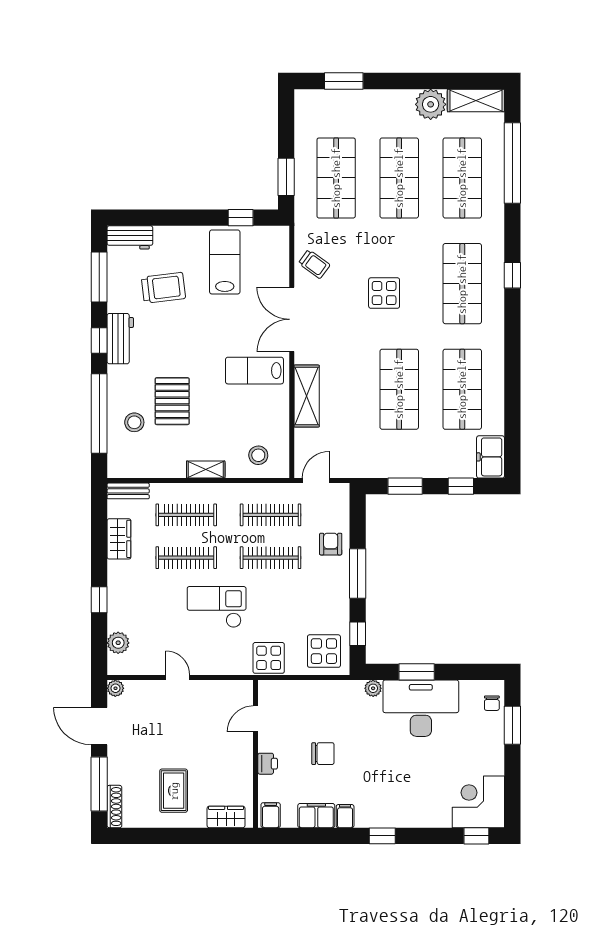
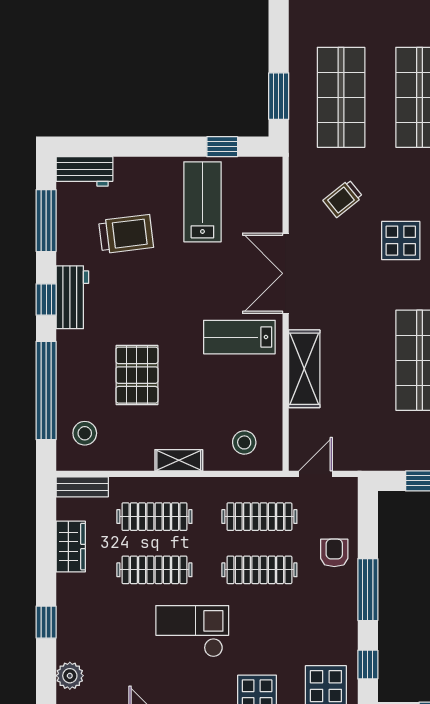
trolley: (314, 264) -> (343, 199), moved, turned 105
stool: (134, 422) -> (85, 433), moved

